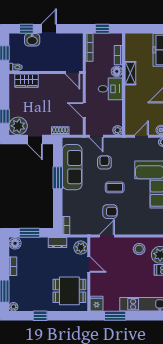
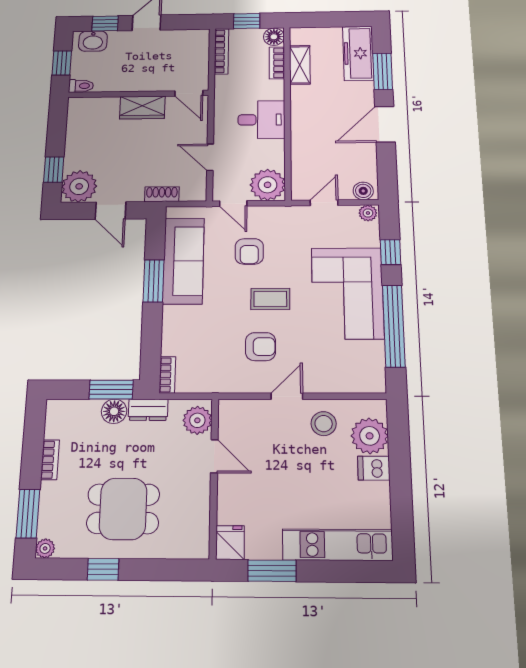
washbasin: (32, 40) -> (93, 41), moved
floor lamp: (117, 71) -> (274, 37), moved
shelving: (130, 73) -> (300, 65), moved
wardrobe: (27, 81) -> (142, 107), moved
plant: (118, 130) -> (268, 185), width x1.88, depth x1.88
armchair: (104, 162) -> (249, 251), turned 180
window: (30, 233) -> (111, 390), moved
door: (107, 236) -> (287, 396), moved
floor lamp: (15, 243) -> (114, 411), moved
dining table: (69, 291) -> (123, 509), moved

